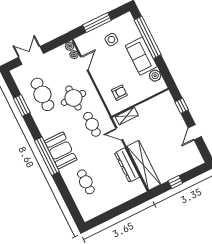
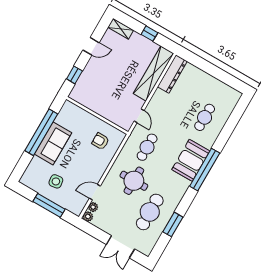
window: (148, 37) -> (41, 132), moved
plant: (155, 76) -> (63, 118), removed
shelving: (127, 116) -> (121, 29), moved
dresser: (127, 165) -> (172, 74), moved

